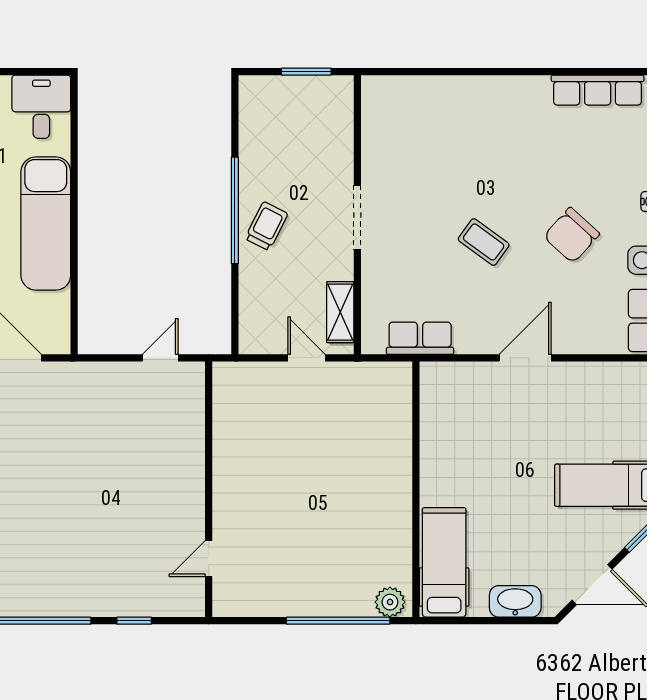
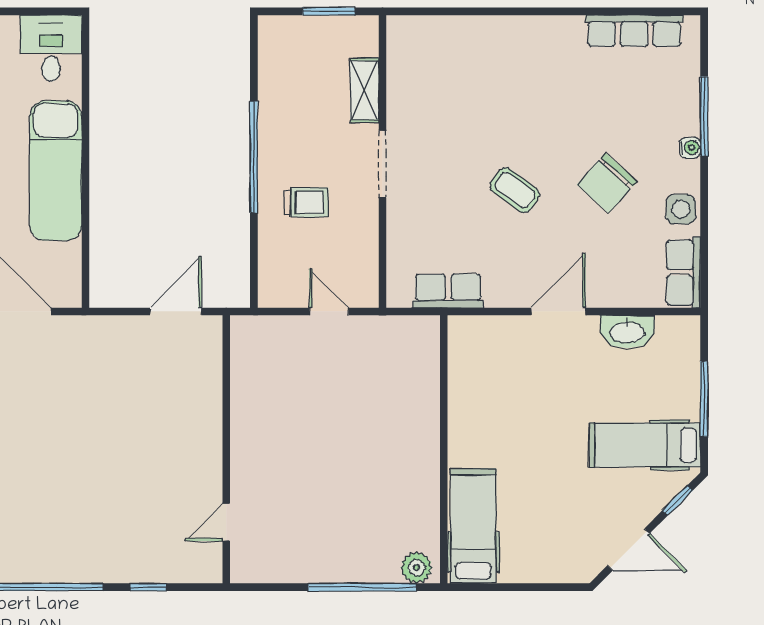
trolley: (266, 226) -> (306, 202), moved, turned 63
shelving: (340, 312) -> (364, 90), moved
door: (160, 358) -> (176, 311), width x1.37
washbasin: (515, 601) -> (627, 332), moved, turned 180

